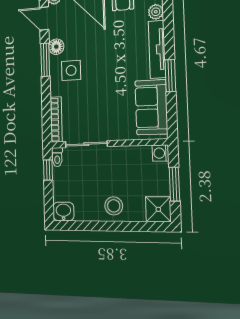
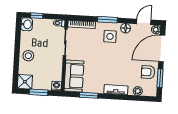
tv unit: (157, 49) -> (116, 90), width x0.71
window: (45, 60) -> (107, 20), moved
window: (170, 76) -> (89, 95), moved
sofa: (151, 107) -> (74, 76), moved, turned 90
window: (48, 170) -> (37, 16), moved

